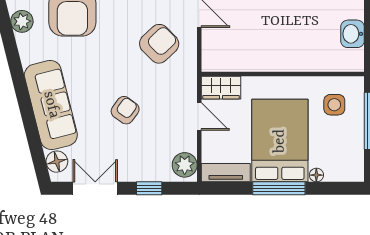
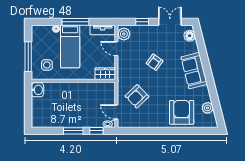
washbasin: (353, 34) -> (37, 90), moved
sofa: (51, 105) -> (194, 71), width x0.73
door: (199, 116) -> (116, 49), moved
bed: (280, 141) -> (70, 47), width x0.67
double door: (95, 188) -> (170, 22), swing flipped

